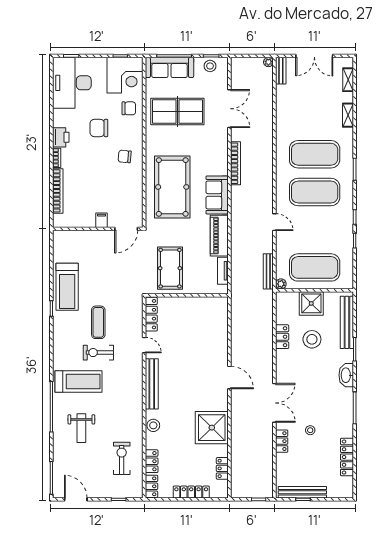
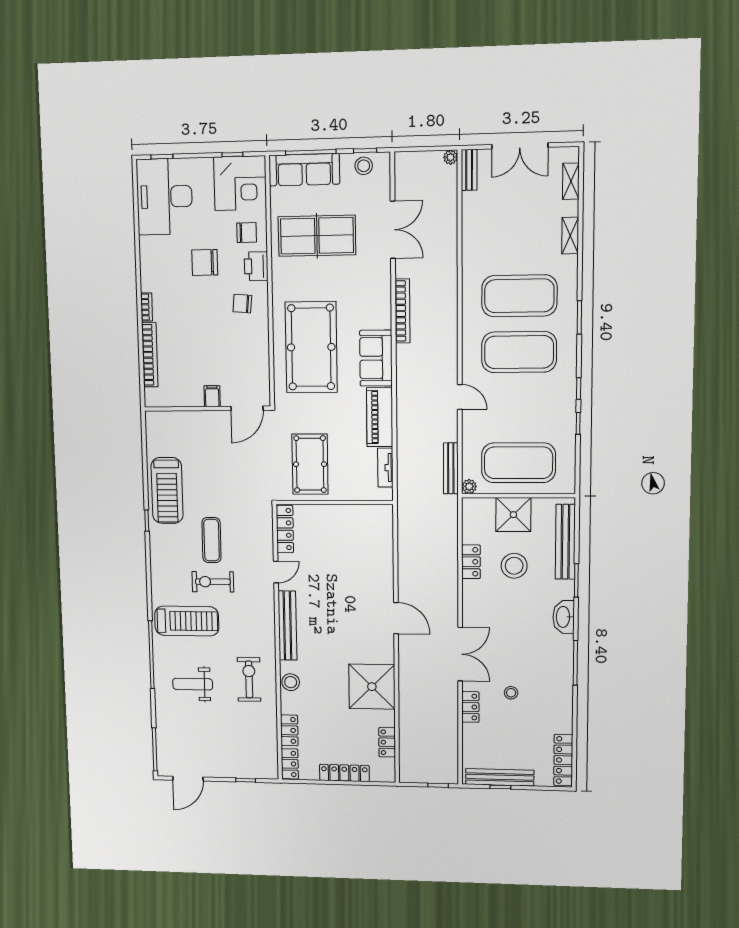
printer: (61, 137) -> (256, 266), moved, turned 180
door: (144, 345) -> (276, 572), hinge flipped
weight bench: (81, 428) -> (193, 684), turned 90
locker: (347, 457) -> (563, 760), moved
exercise bike: (122, 458) -> (249, 679), moved
door: (76, 499) -> (188, 779), swing flipped

